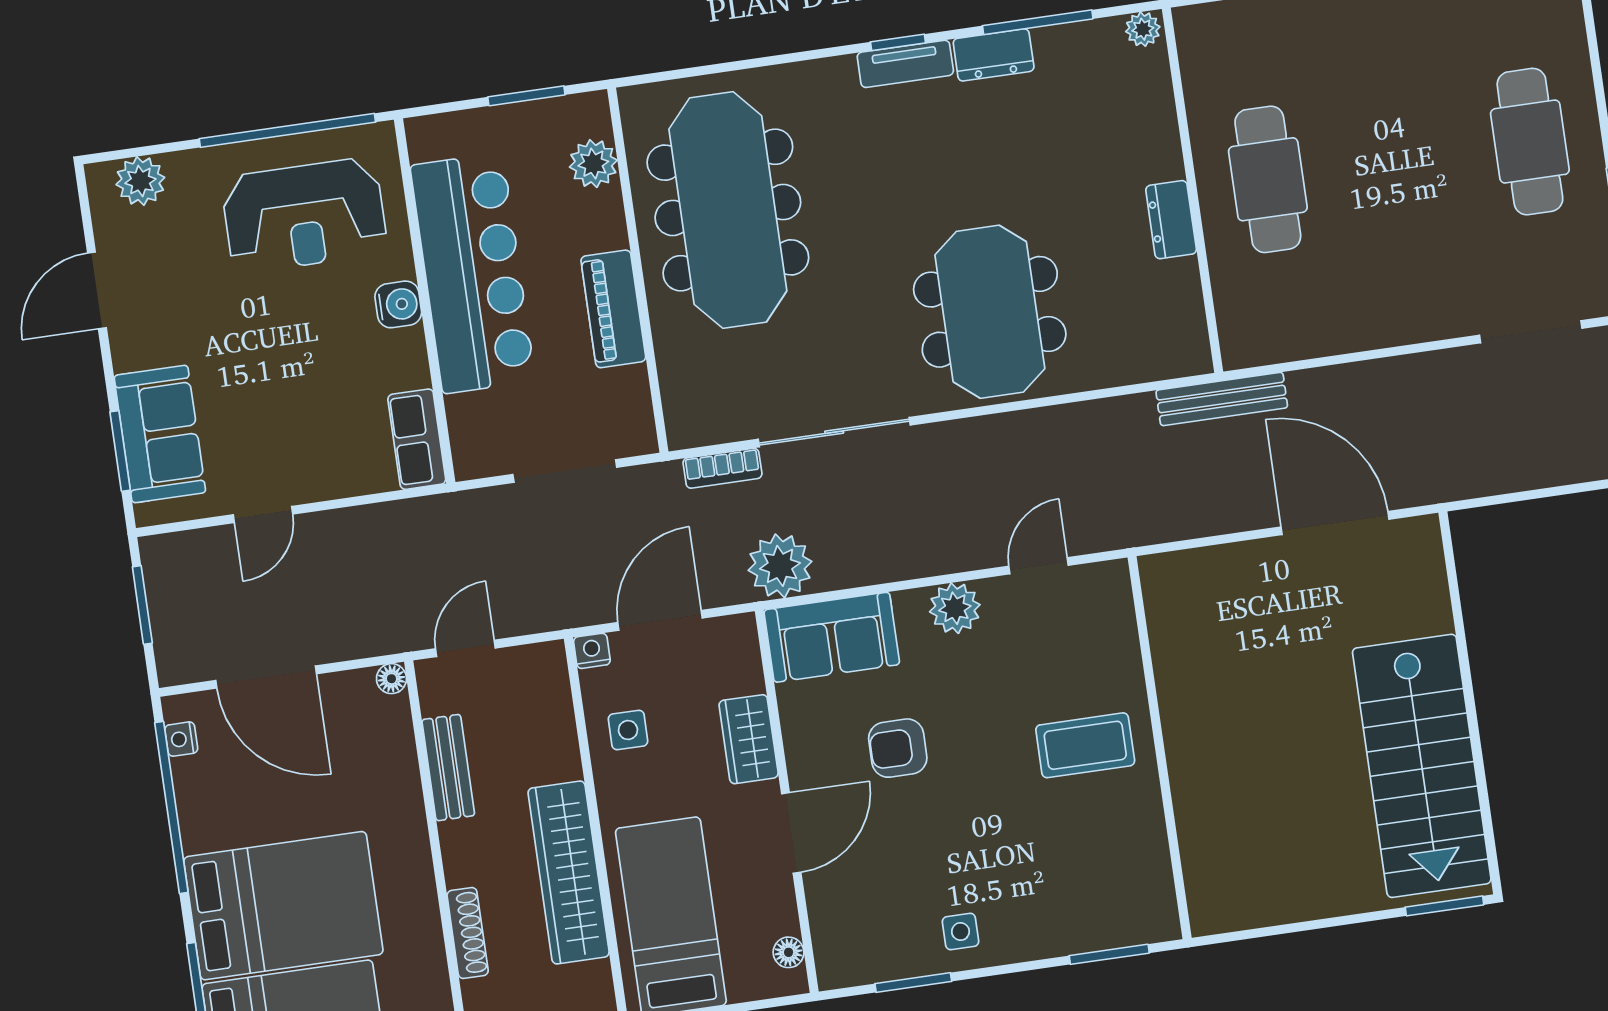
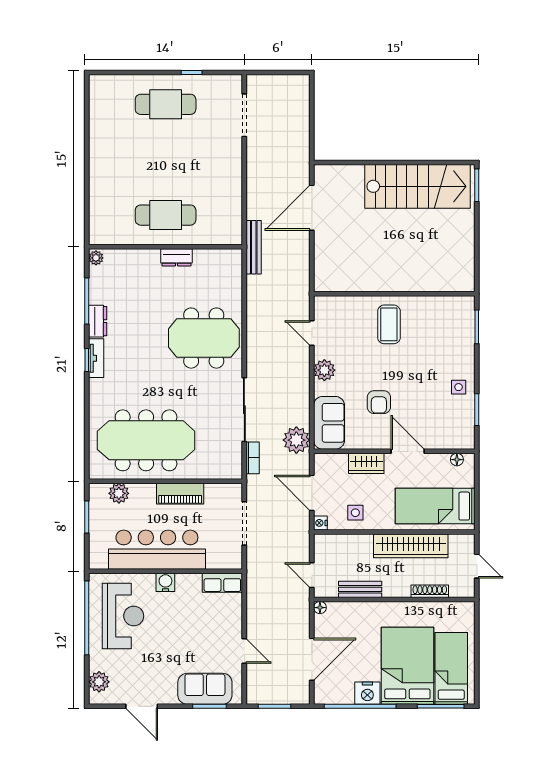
nightstand: (181, 739) -> (367, 693), moved, width x1.89, depth x1.79

